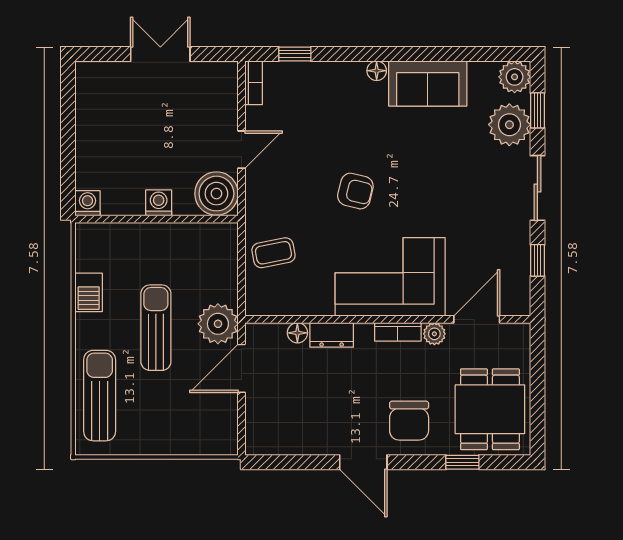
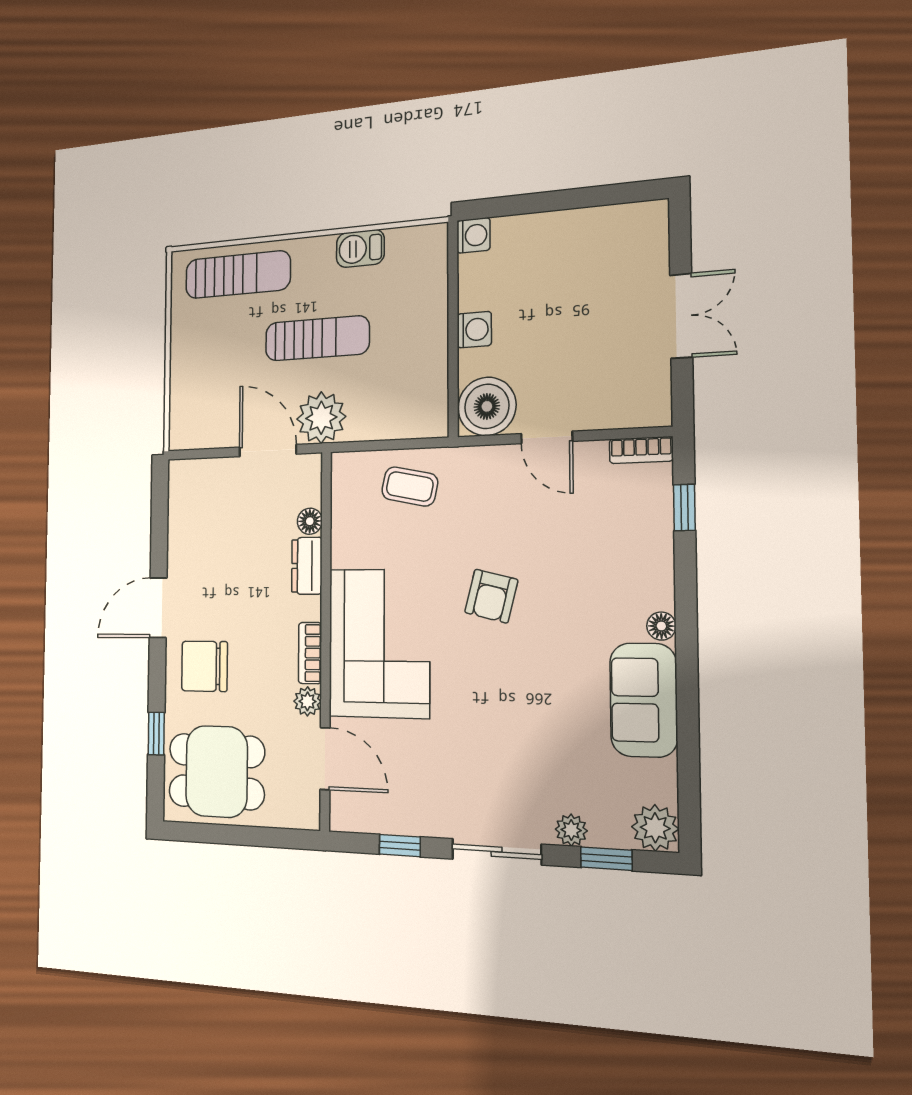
plant: (509, 125) -> (571, 830), width x0.53, depth x0.53
coffee table: (273, 253) -> (410, 486), turned -67

